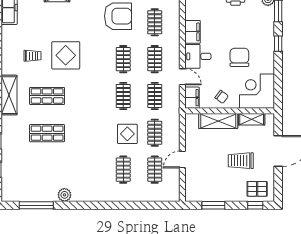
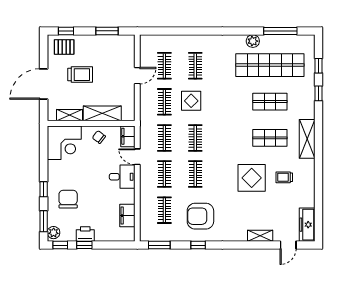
filing cabinet: (193, 32) -> (127, 216), moved
chair: (239, 57) -> (68, 199), moved, turned 180
shop shelf: (47, 170) -> (270, 65), added

